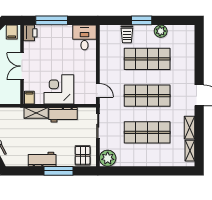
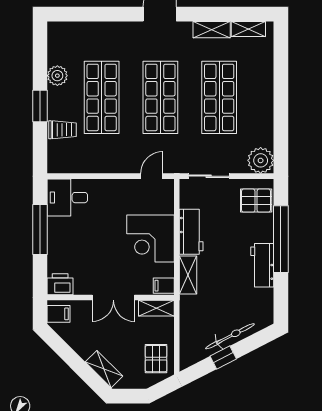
window: (52, 20) -> (40, 230), moved
shelving: (15, 93) -> (156, 308), added
window: (58, 171) -> (281, 239), width x1.46

